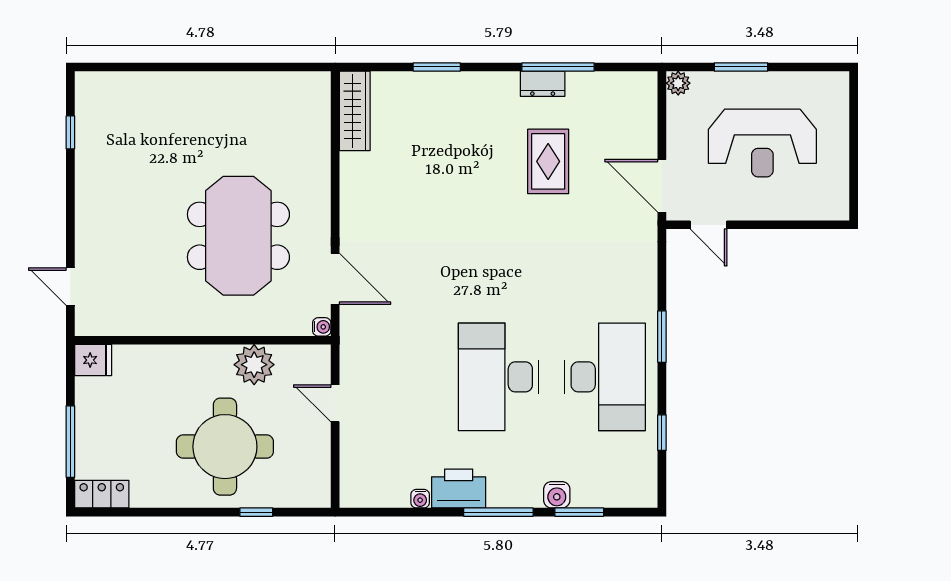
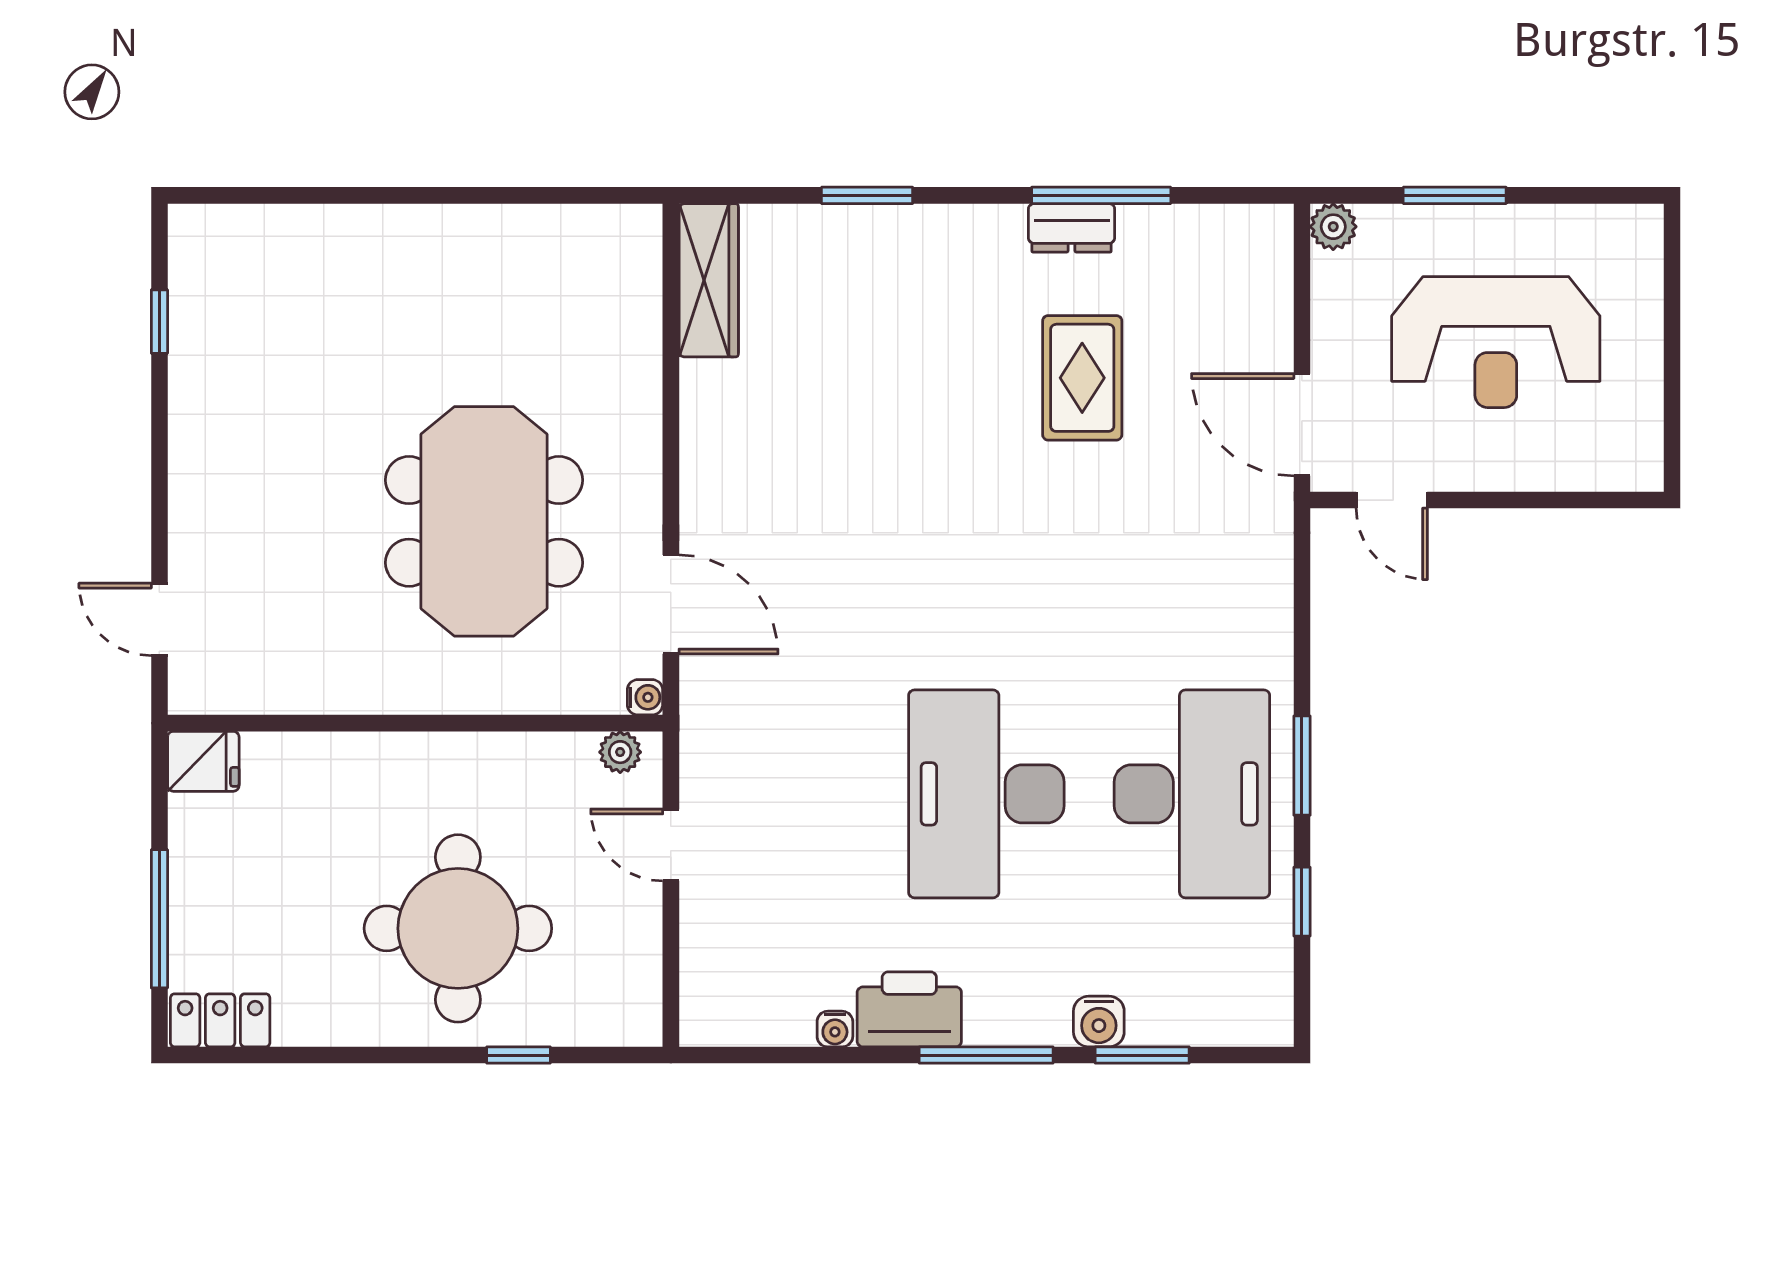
window: (662, 337) -> (1302, 766), moved
plant: (254, 365) -> (620, 752), moved, width x0.53, depth x0.53

